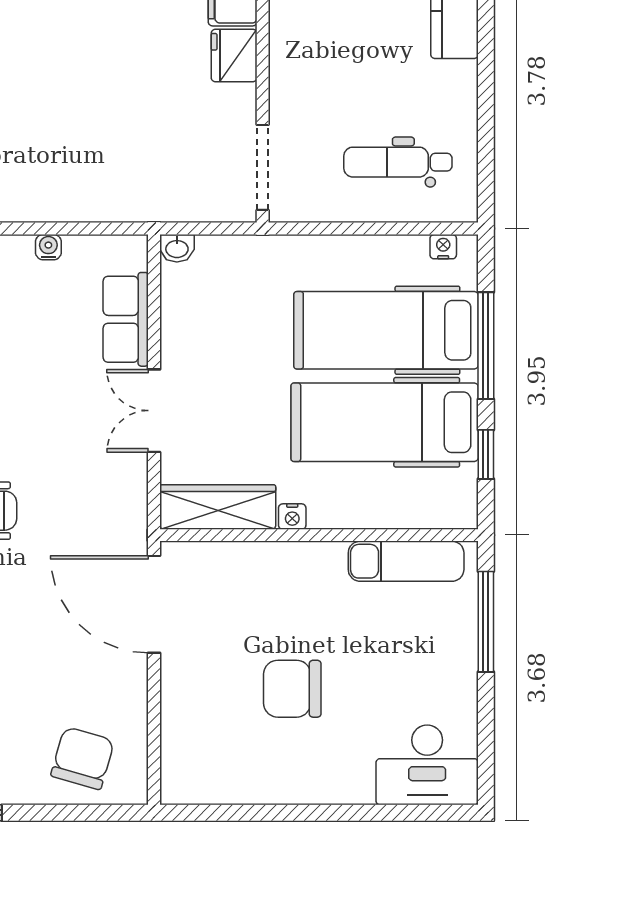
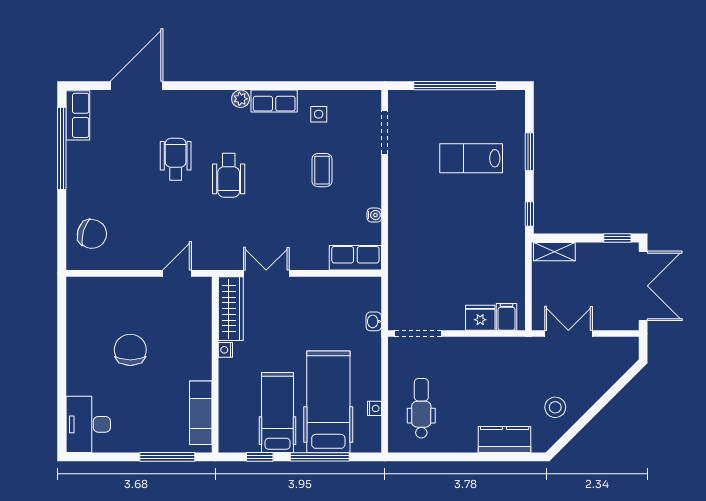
nightstand: (443, 247) -> (375, 408), moved
washbasin: (177, 248) -> (374, 321), moved
row of seats: (126, 319) -> (355, 258), moved
double door: (154, 411) -> (266, 273), moved
hospital bed: (385, 422) -> (278, 413), width x0.73, depth x0.78
door: (154, 604) -> (177, 273), width x0.53

